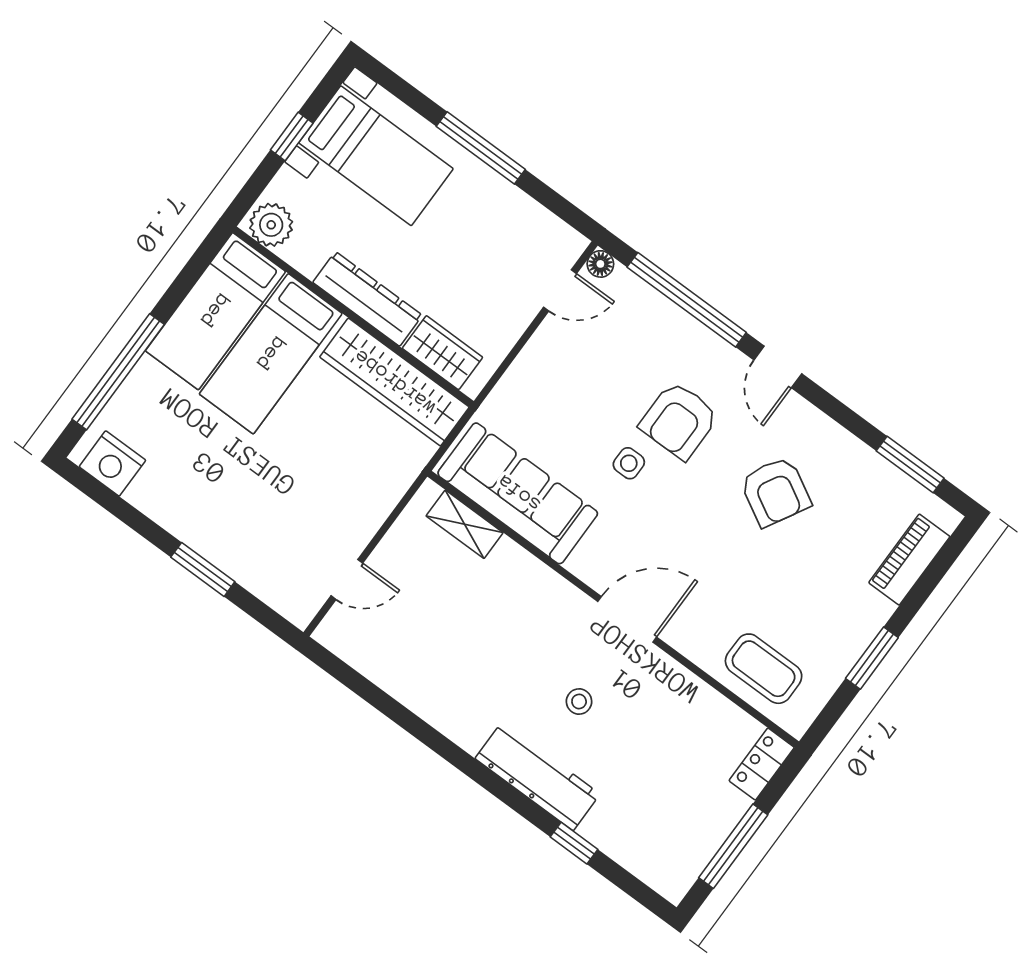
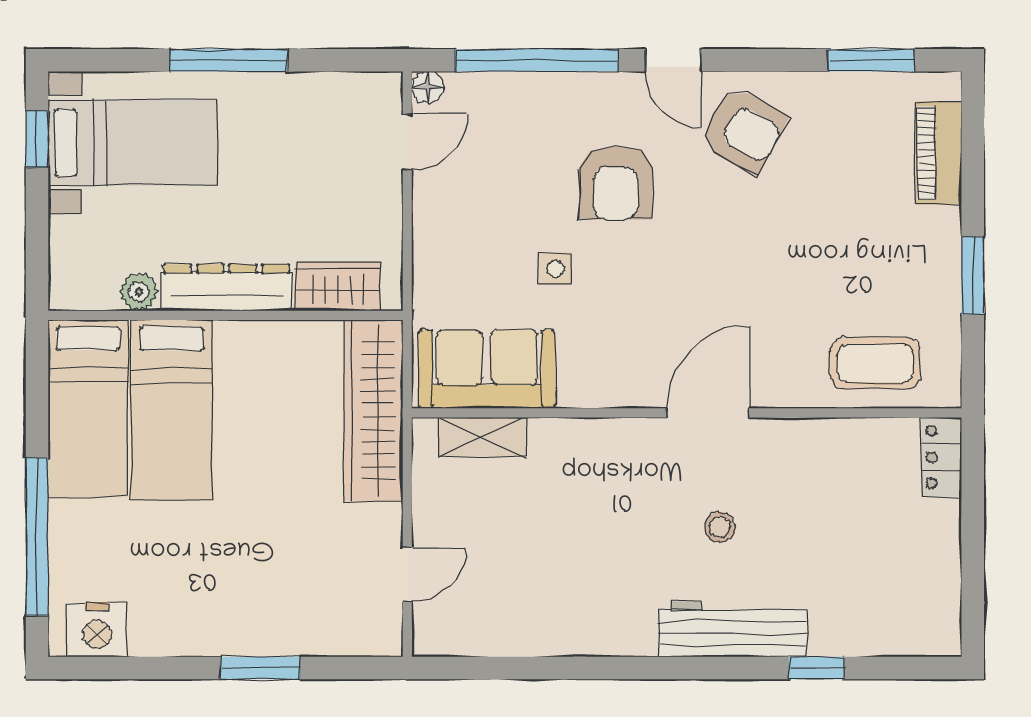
window: (292, 136) -> (37, 139), moved
plant: (271, 225) -> (139, 292), moved, width x0.73, depth x0.73
wardrobe: (394, 382) -> (373, 410), moved, turned 90
side table: (629, 463) -> (555, 269), moved
armchair: (775, 492) -> (743, 130), moved
sofa: (518, 493) -> (487, 369), width x0.73
window: (733, 846) -> (973, 557), removed

